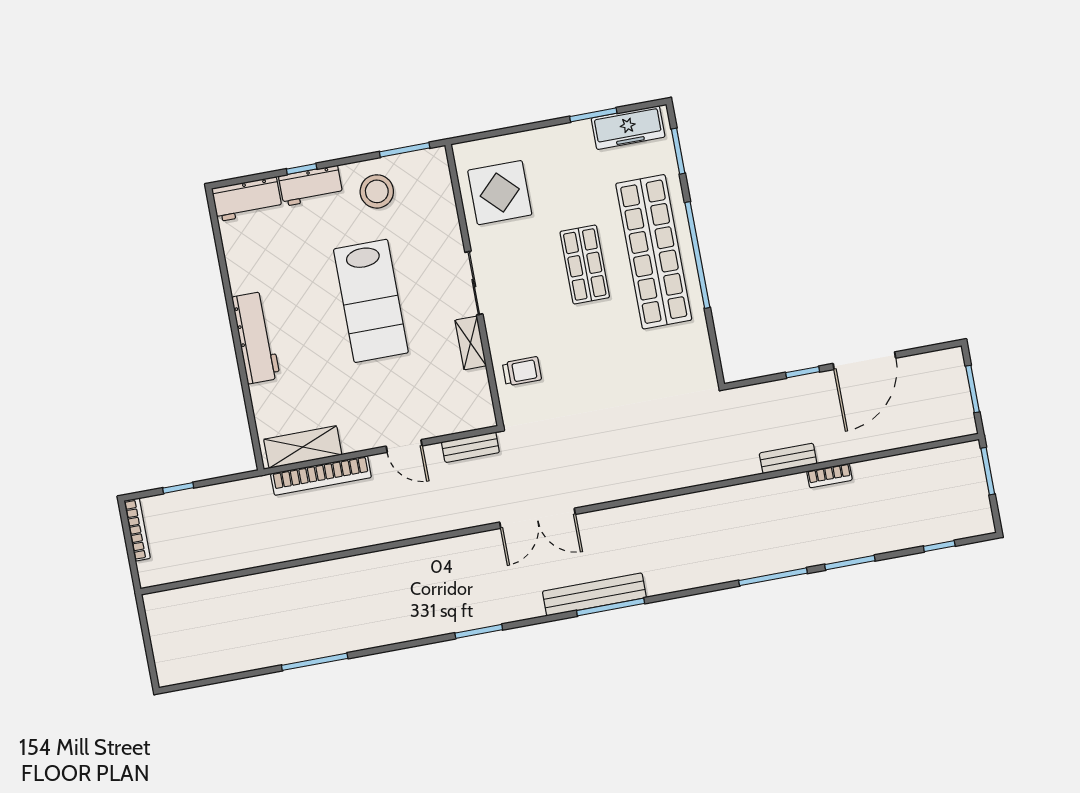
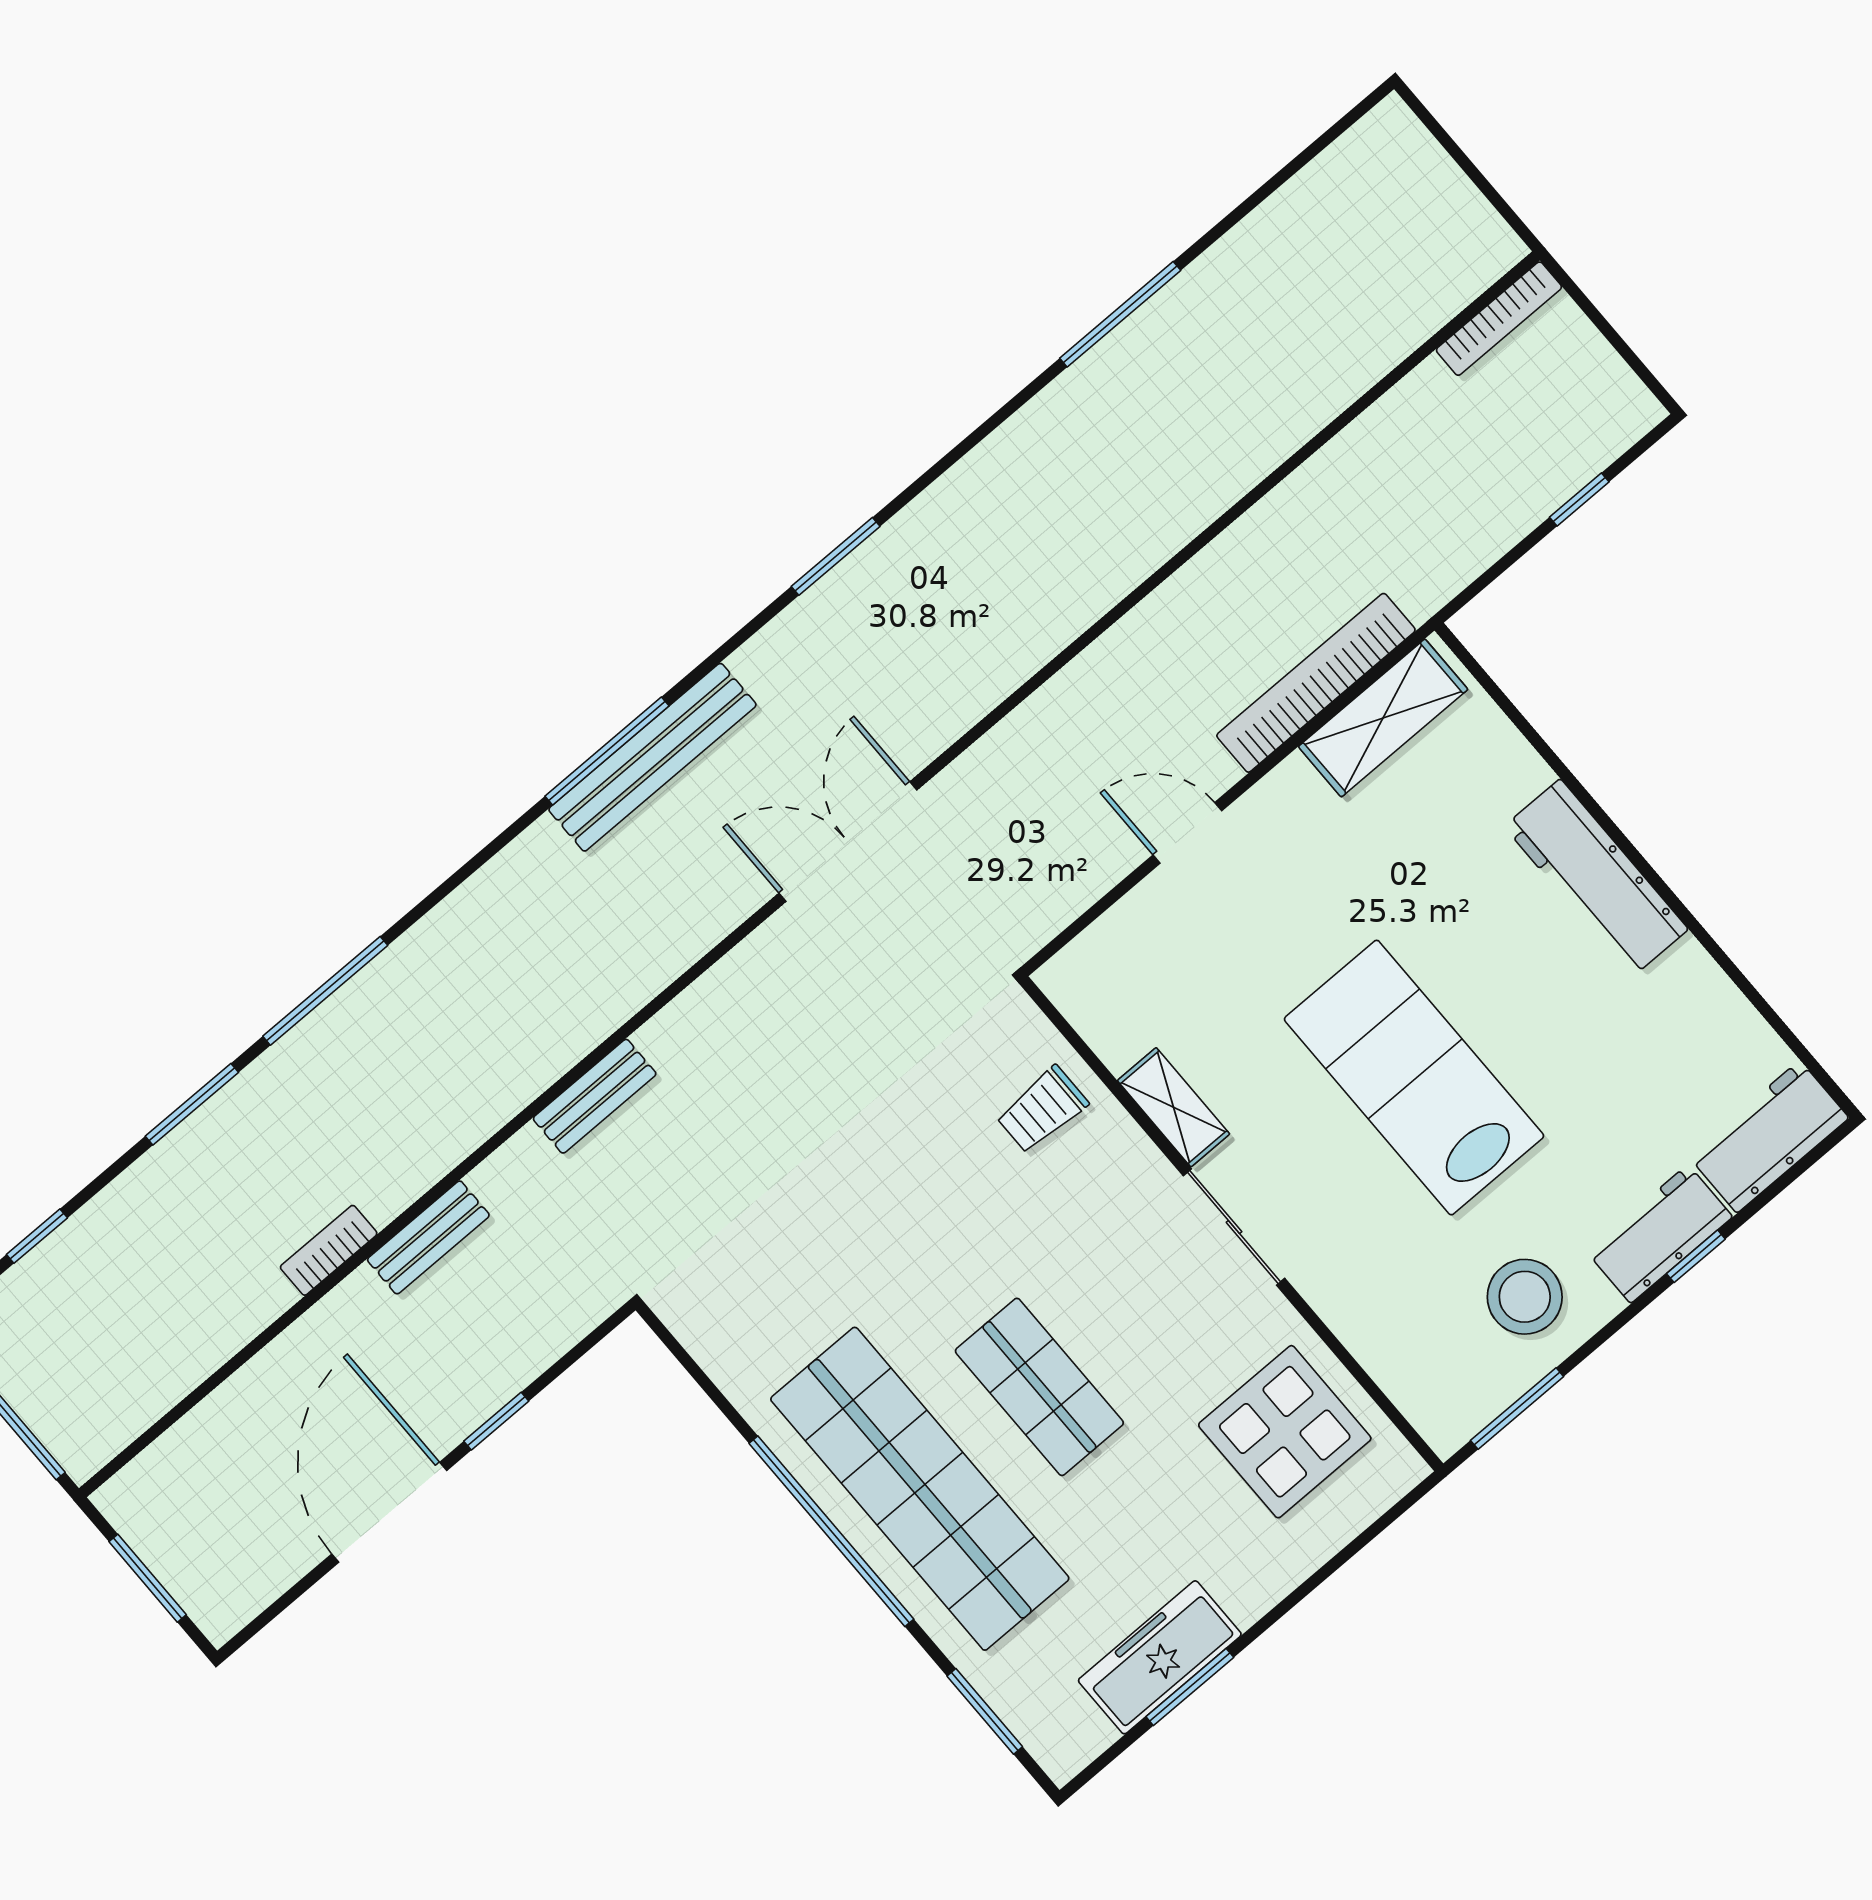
freezer: (628, 128) -> (1160, 1657), moved
bench: (470, 447) -> (595, 1096), moved
bookcase: (137, 530) -> (1499, 319), moved, turned -90

